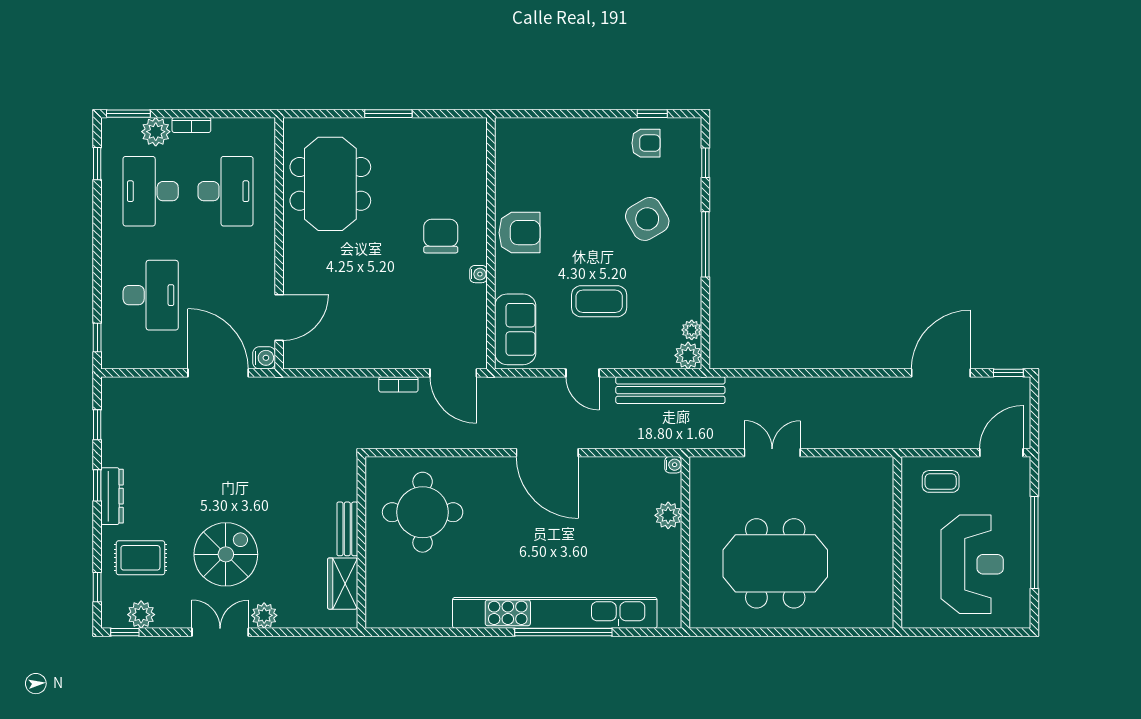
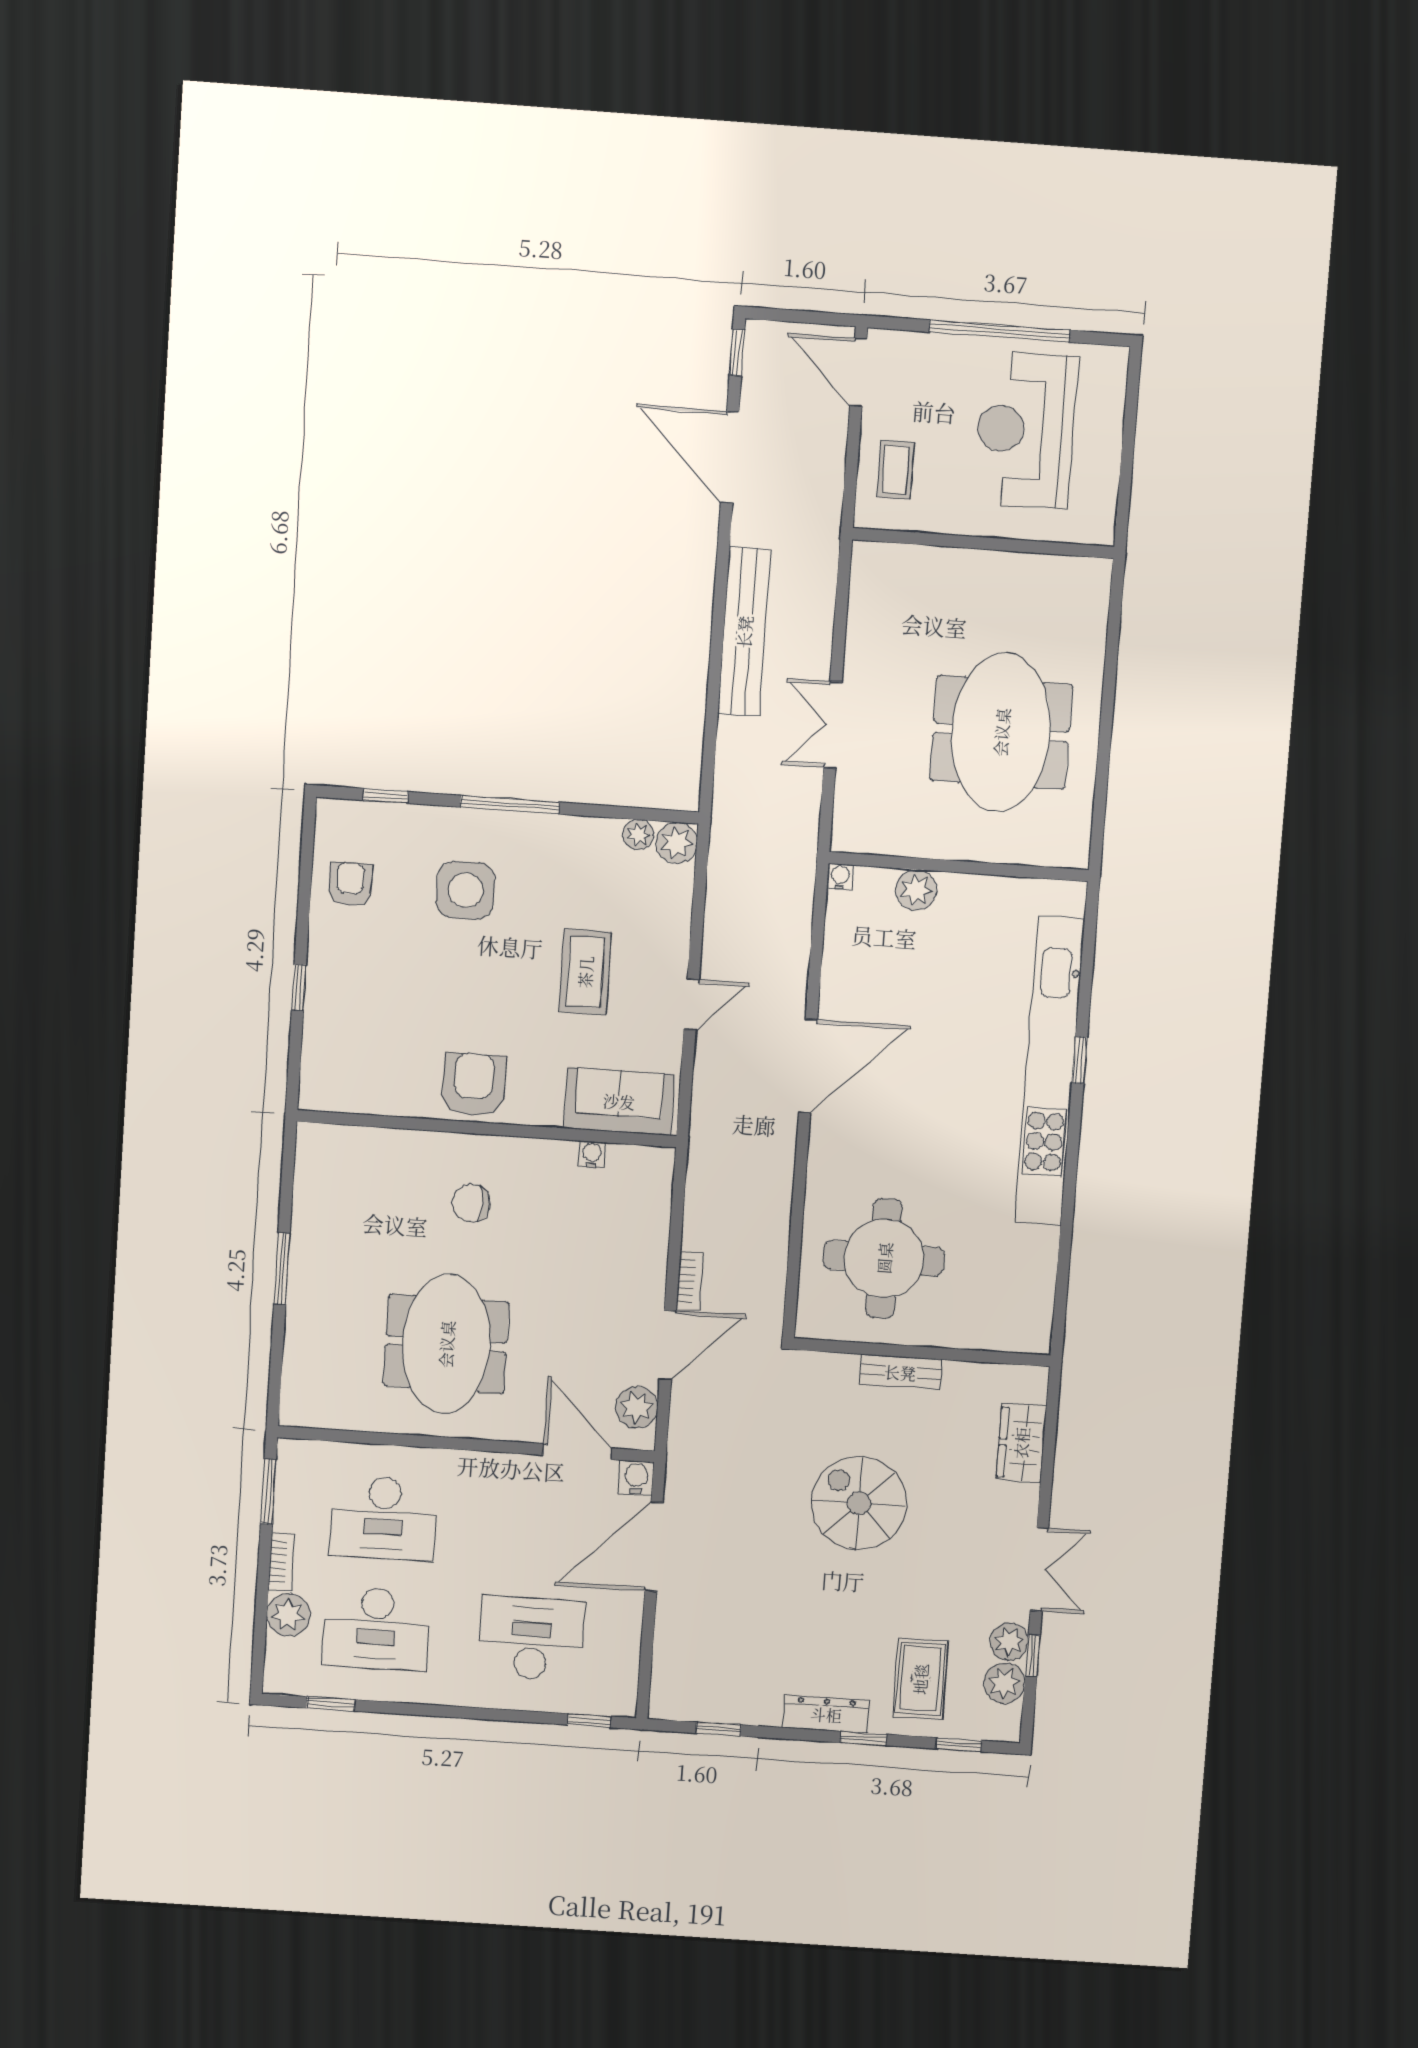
window: (128, 114) -> (268, 1491), moved
window: (652, 114) -> (299, 987), moved
meeting table: (330, 184) -> (446, 1344), moved, turned 90
desk: (226, 191) -> (383, 1518), turned 180
side table: (647, 219) -> (465, 890), turned 30
chair: (441, 236) -> (471, 1203), width x0.73, depth x0.73
water cooler: (478, 274) -> (592, 1155), moved
plant: (312, 355) -> (637, 1407), added
door: (453, 373) -> (668, 1345), moved
bench: (670, 390) -> (744, 632), moved
window: (97, 485) -> (863, 1738), moved
spiral stairs: (226, 554) -> (859, 1503), moved
reception desk: (972, 564) -> (1025, 430), turned -90
wardrobe: (343, 584) -> (1021, 1443), moved, turned 90
plant: (264, 615) -> (1009, 1642), moved
window: (125, 632) -> (1033, 1656), moved
double door: (220, 632) -> (1039, 1569), swing flipped
window: (563, 632) -> (1080, 1060), width x0.32

